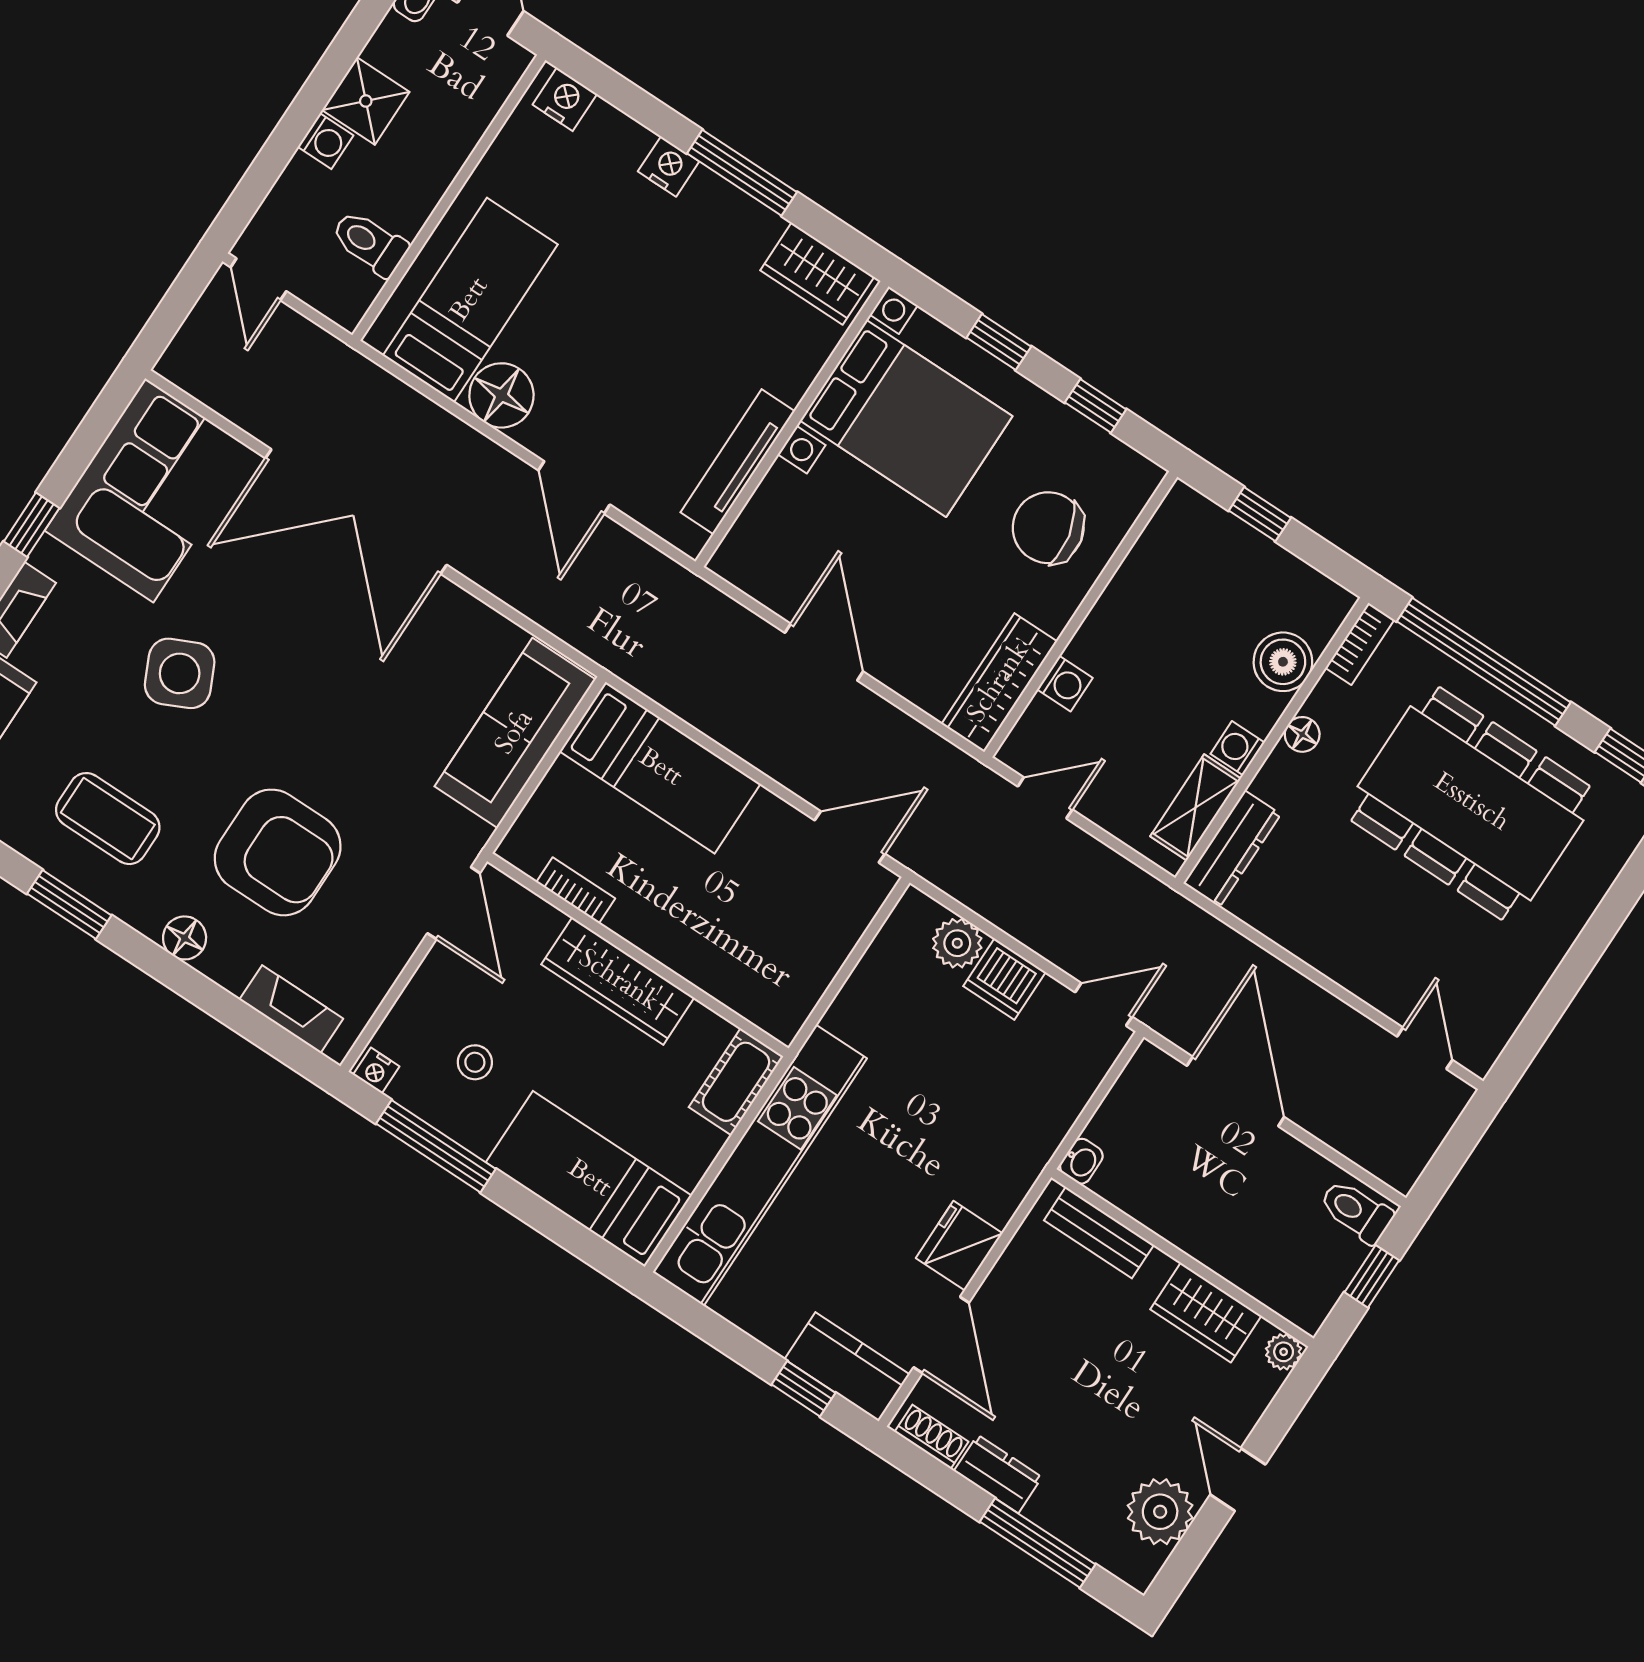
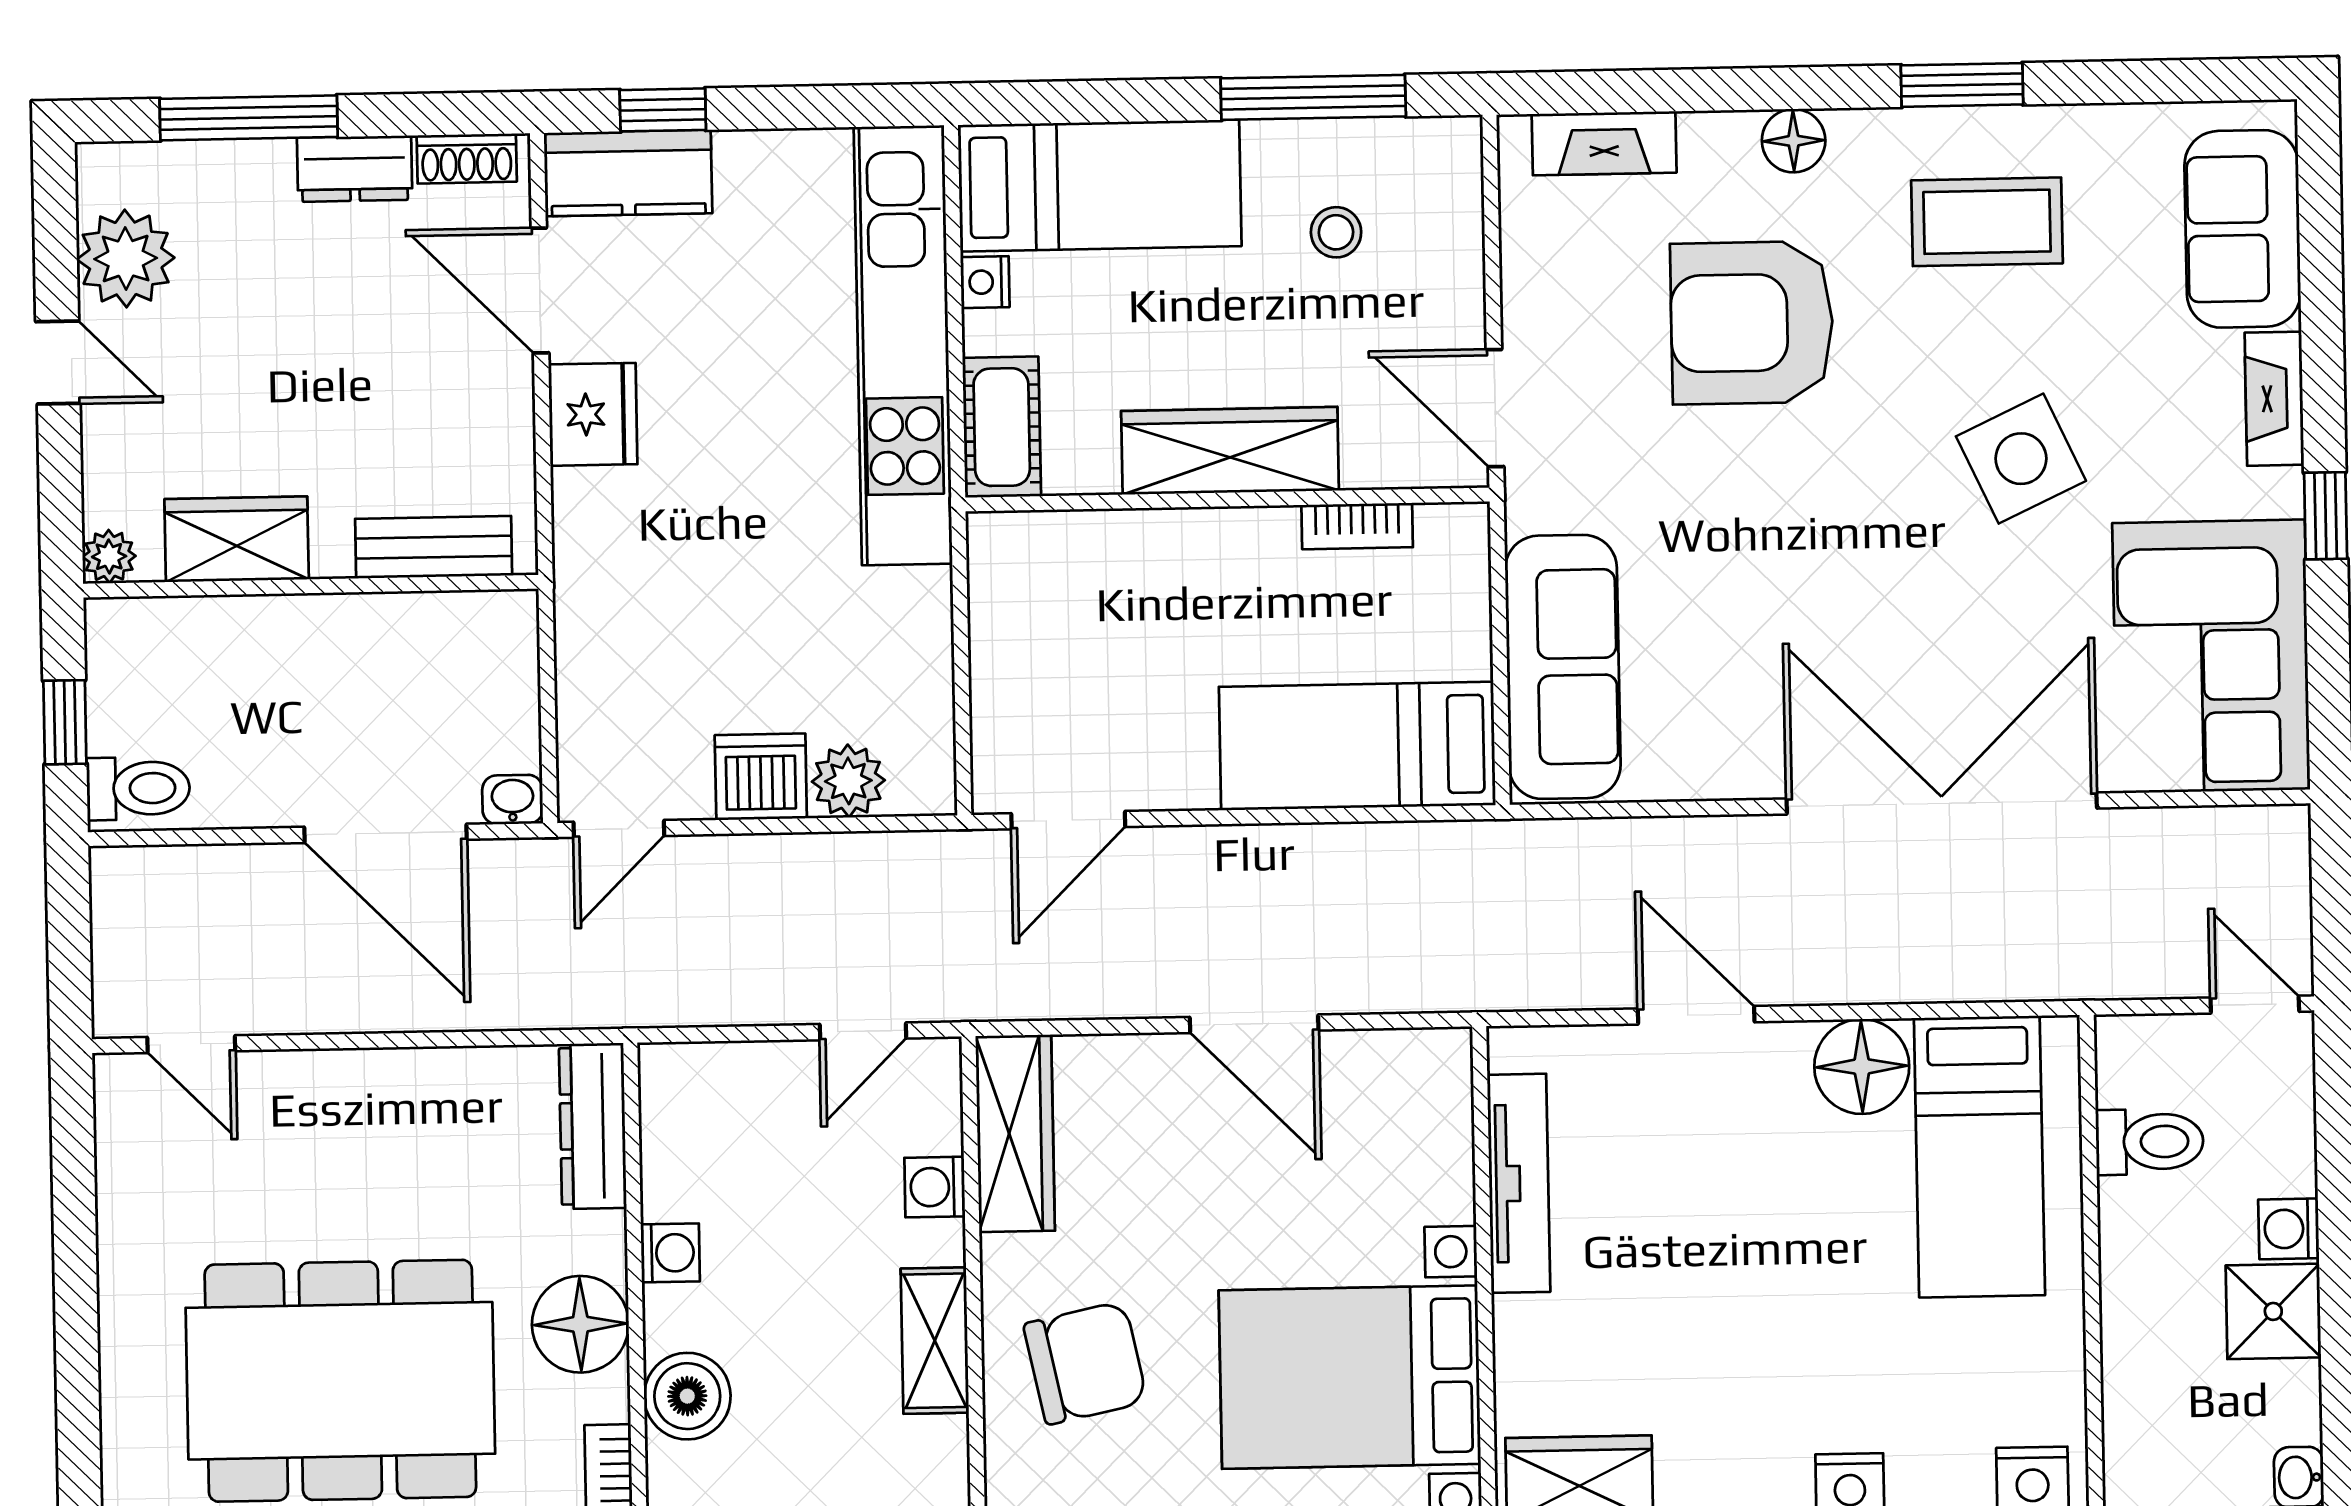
floor lamp: (1302, 734) -> (580, 1324), width x1.89, depth x1.89
shelving: (1196, 807) -> (935, 1341), moved
nightstand: (376, 1071) -> (985, 282), moved, turned -90
washbasin: (1081, 1161) -> (513, 800), moved, turned 90

